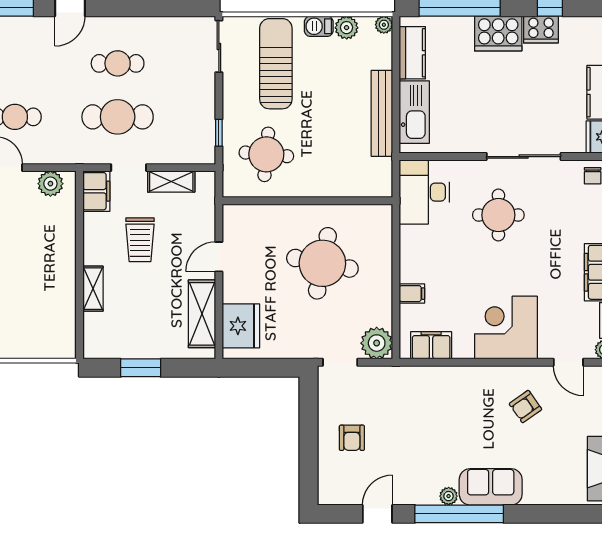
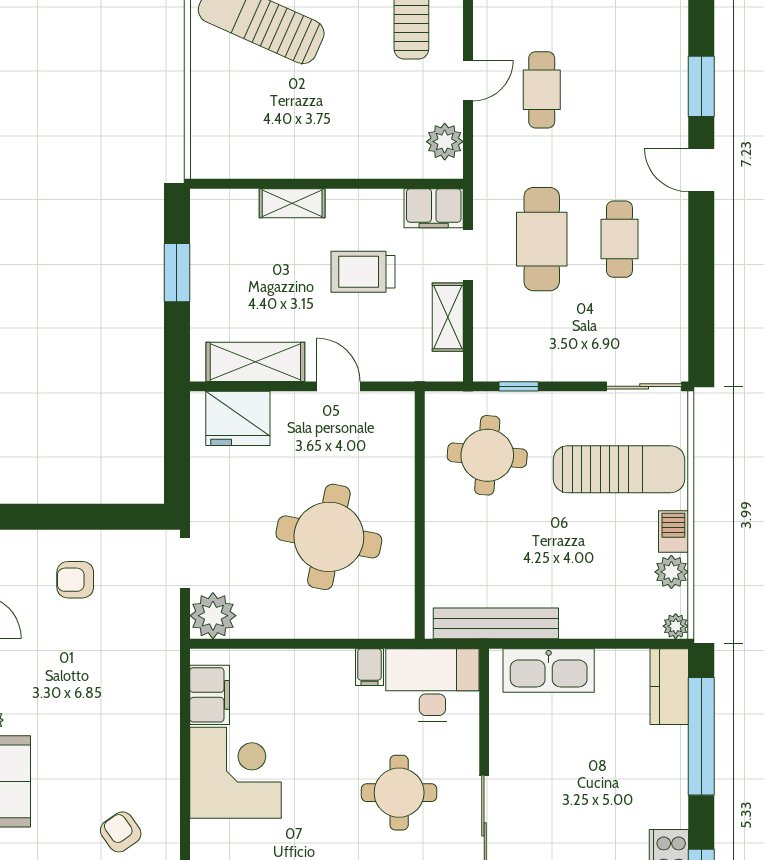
cooker: (498, 33) -> (663, 792), removed
kitchen counter: (412, 53) -> (669, 687), moved, turned 90
bench: (382, 113) -> (496, 623), moved
filing cabinet: (412, 294) -> (369, 667), moved
corner desk: (506, 328) -> (235, 773), moved

